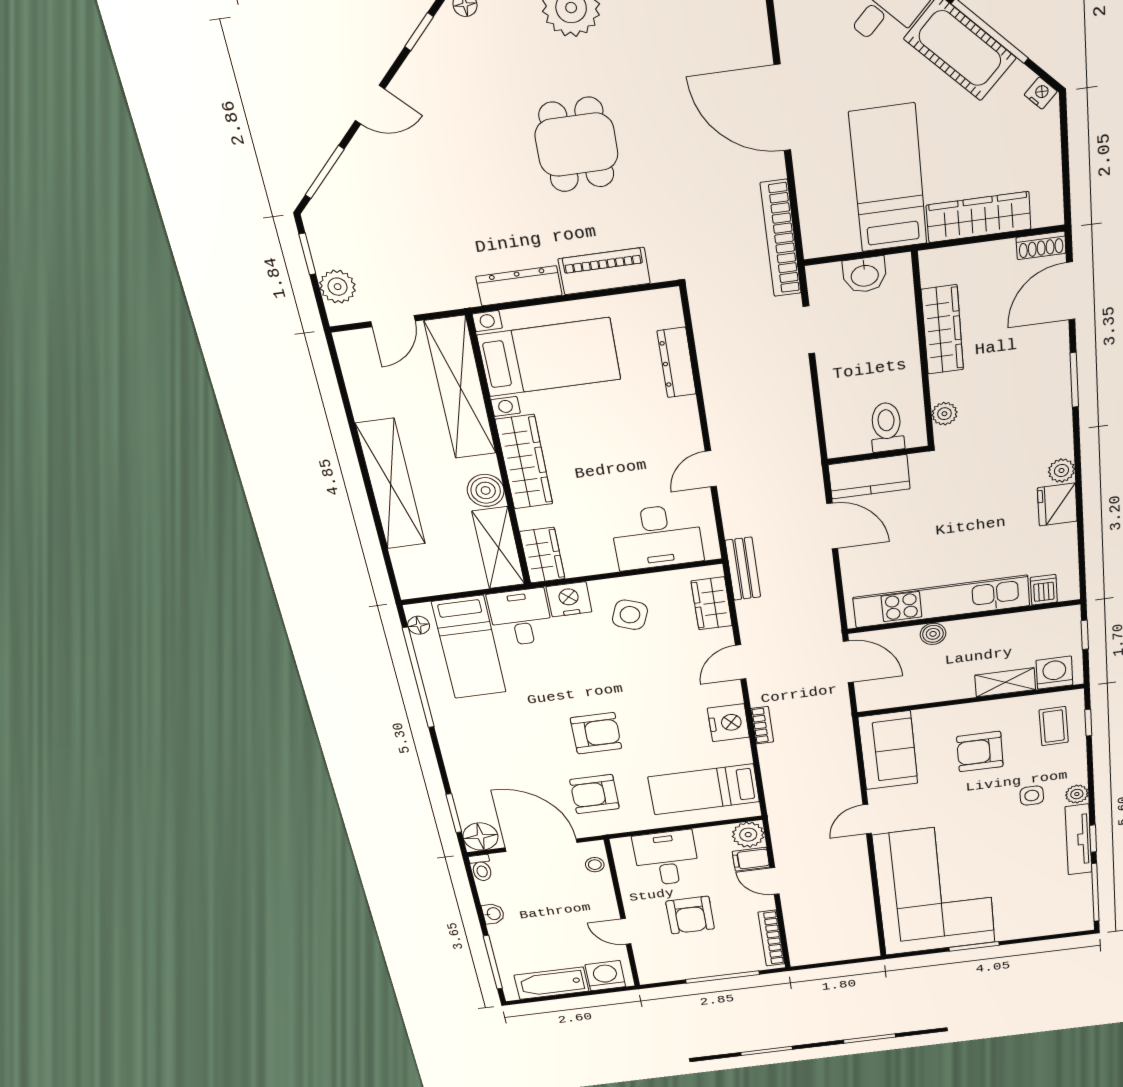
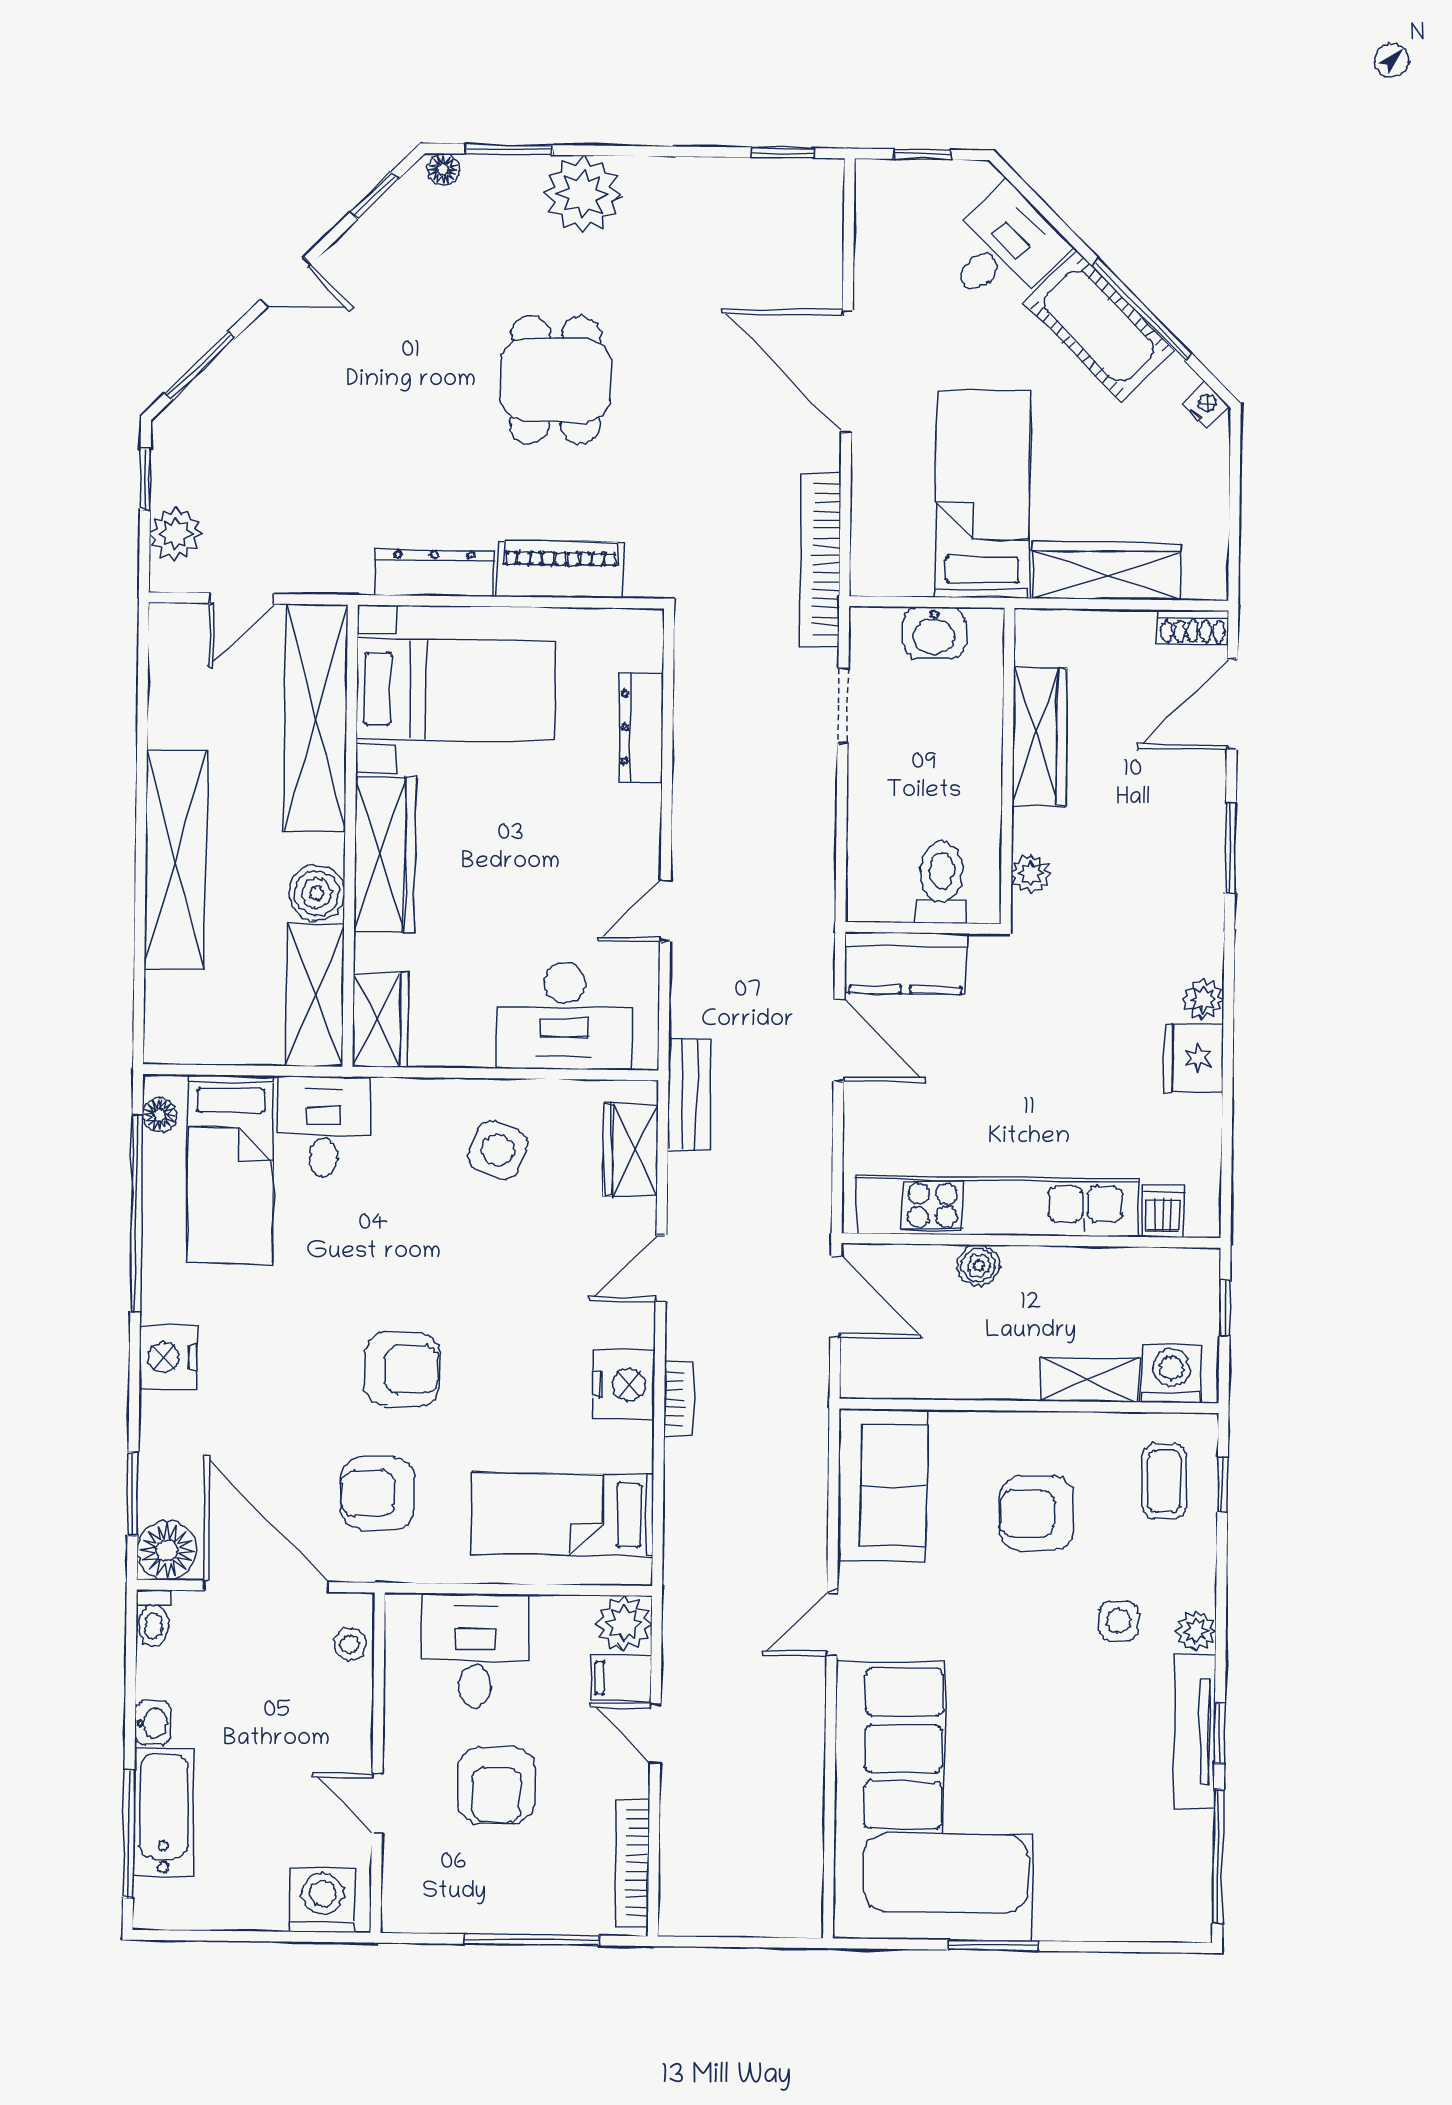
nightstand: (569, 599) -> (168, 1357), moved, turned -90
bathtub: (551, 983) -> (164, 1813), moved, turned 90

